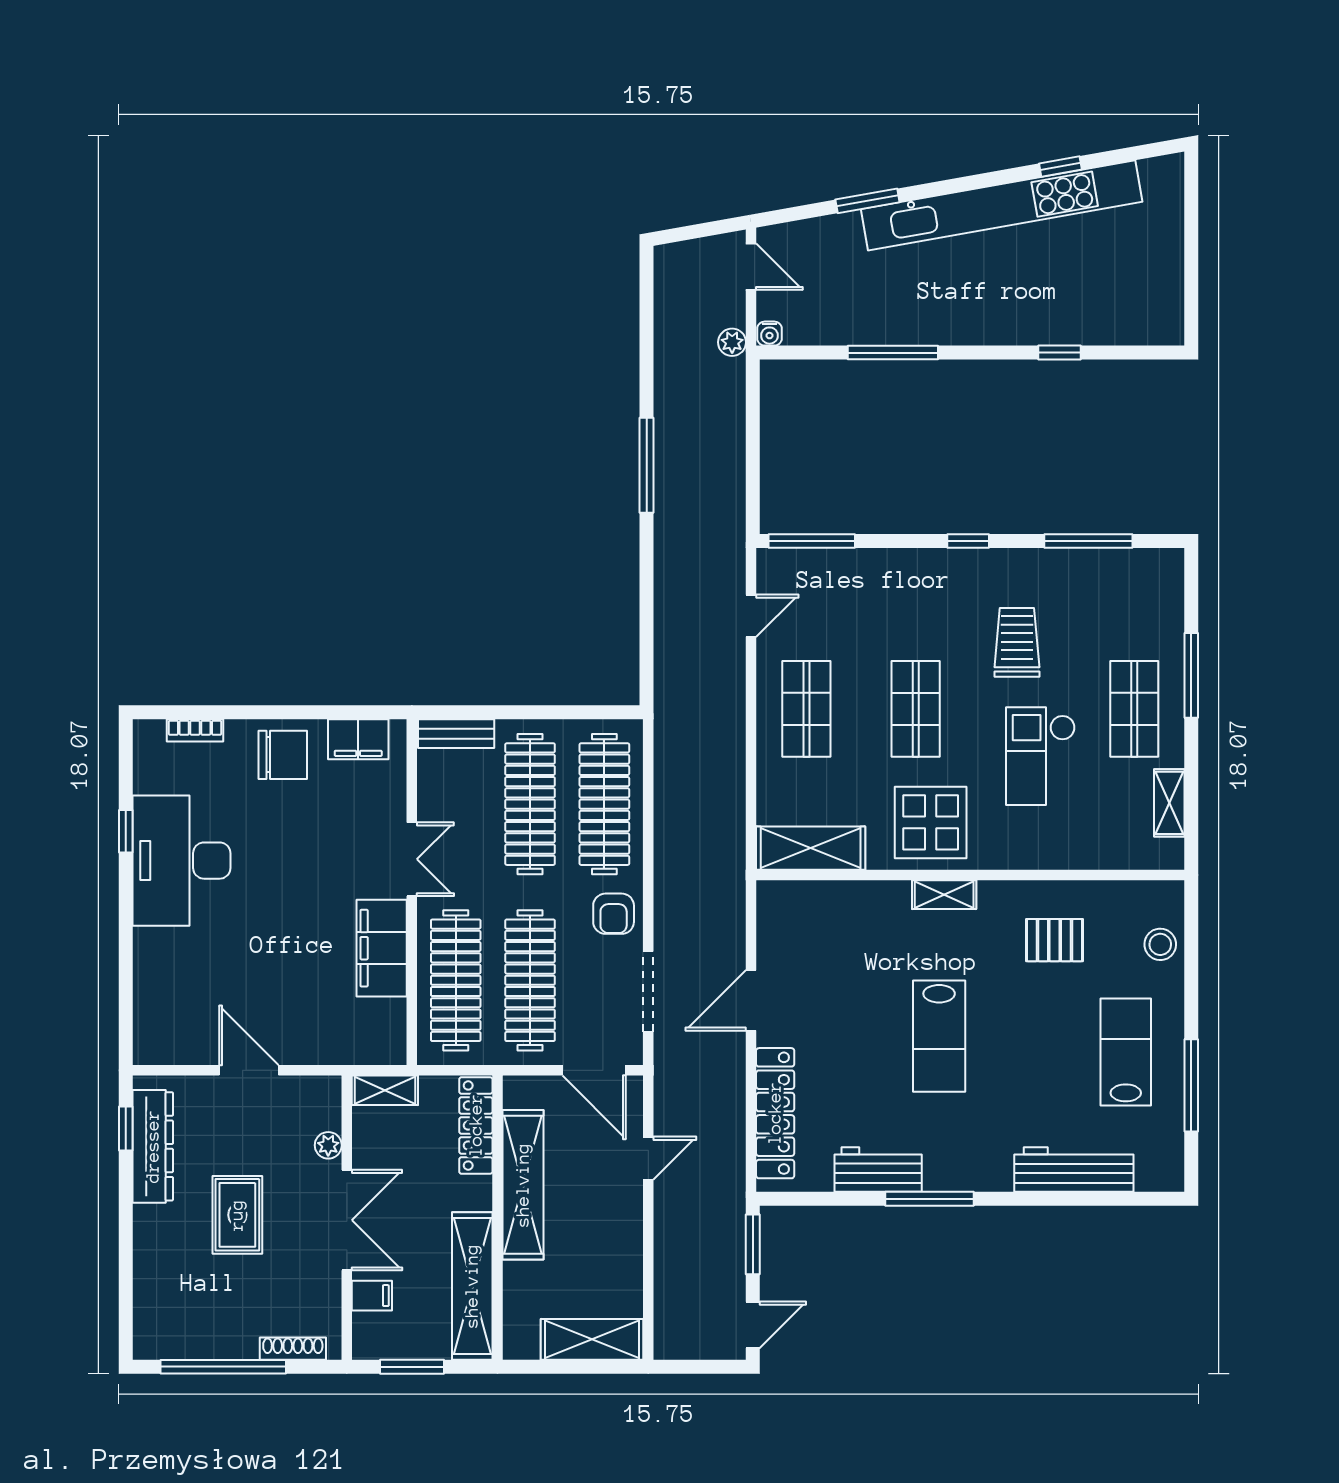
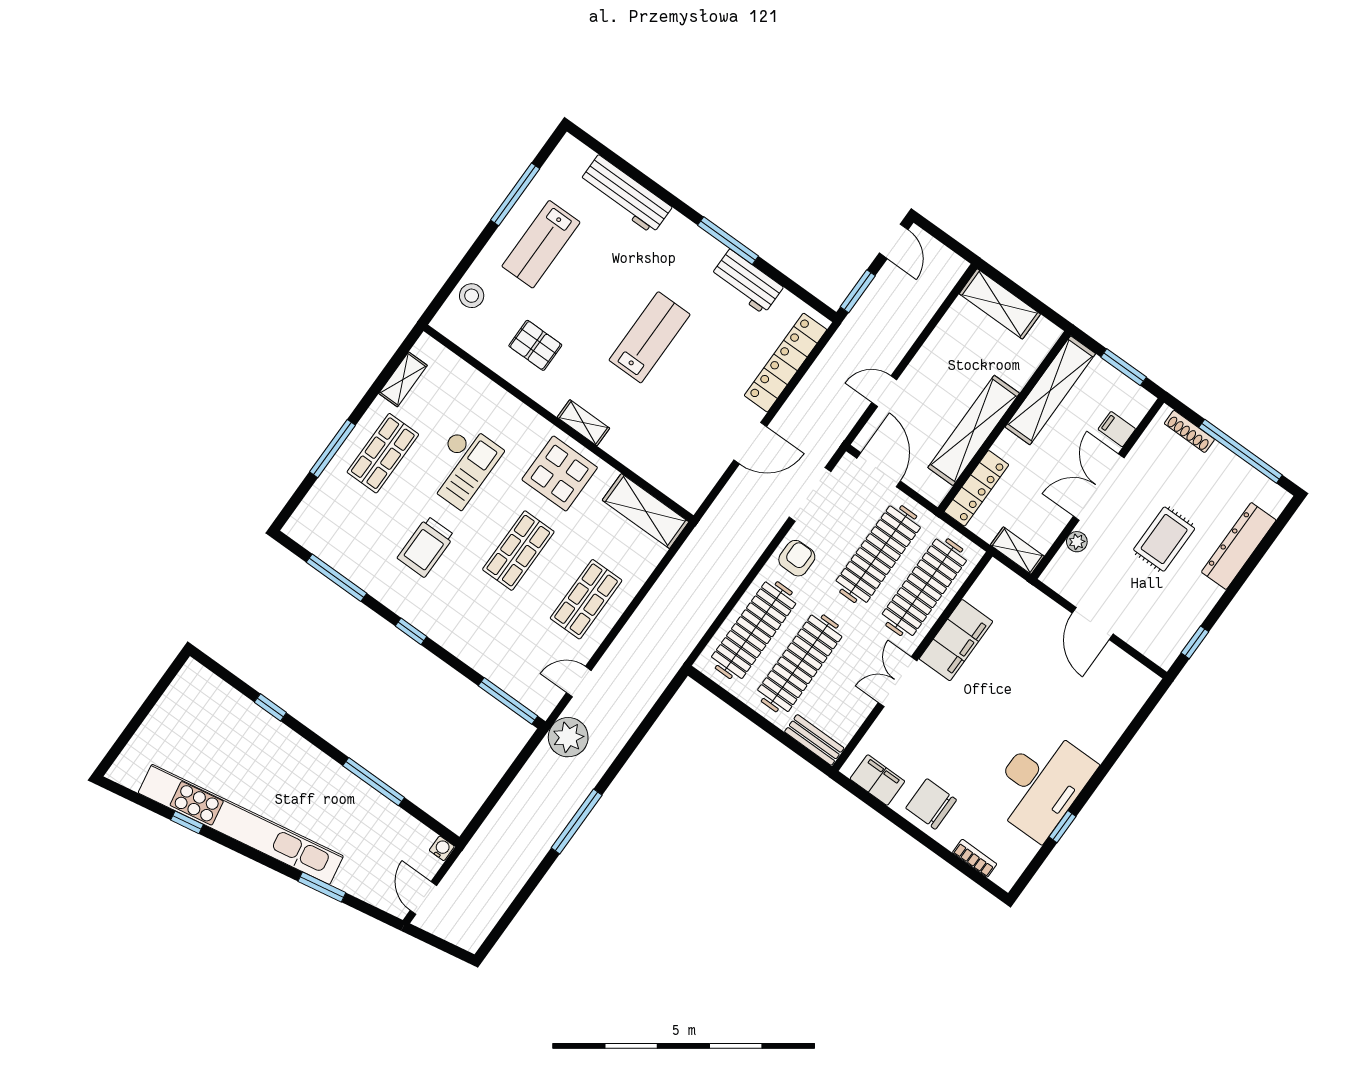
plant: (732, 342) -> (568, 737), moved, width x1.88, depth x1.88
dresser: (153, 1146) -> (1239, 546), moved
door: (753, 1325) -> (894, 241), swing flipped

